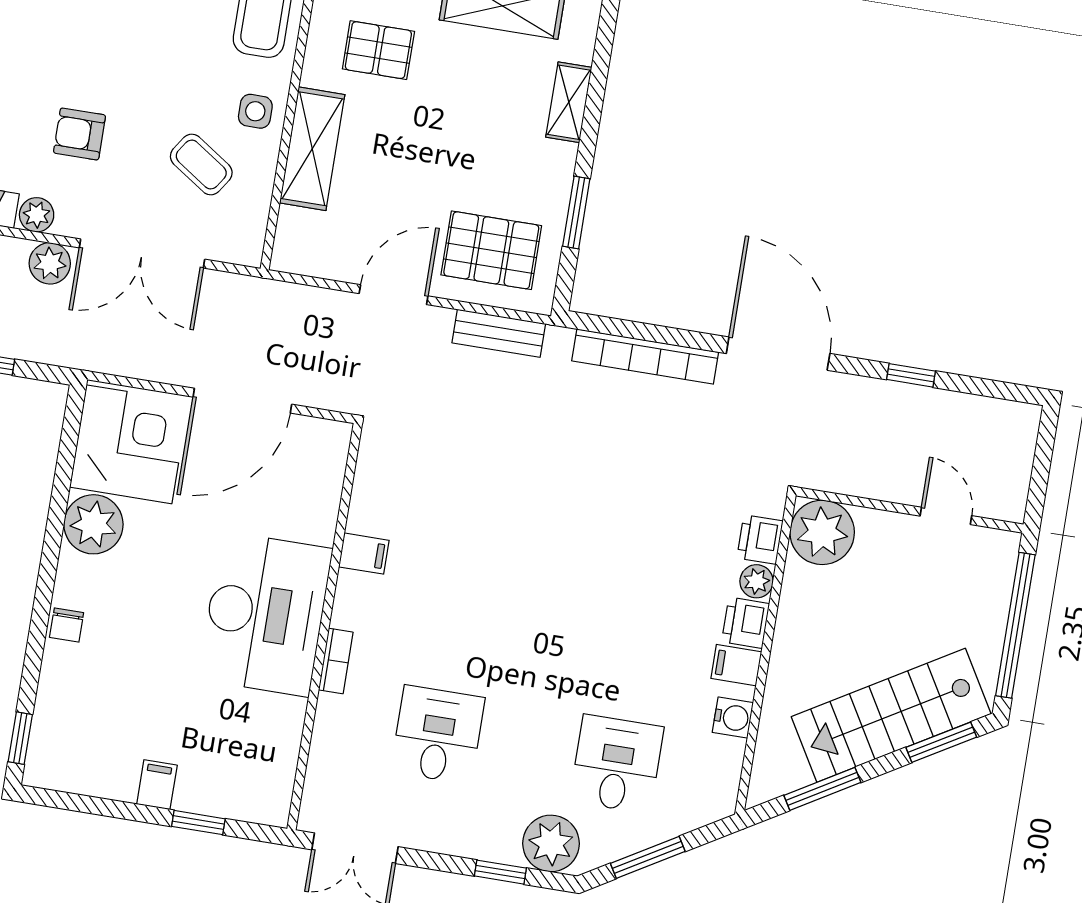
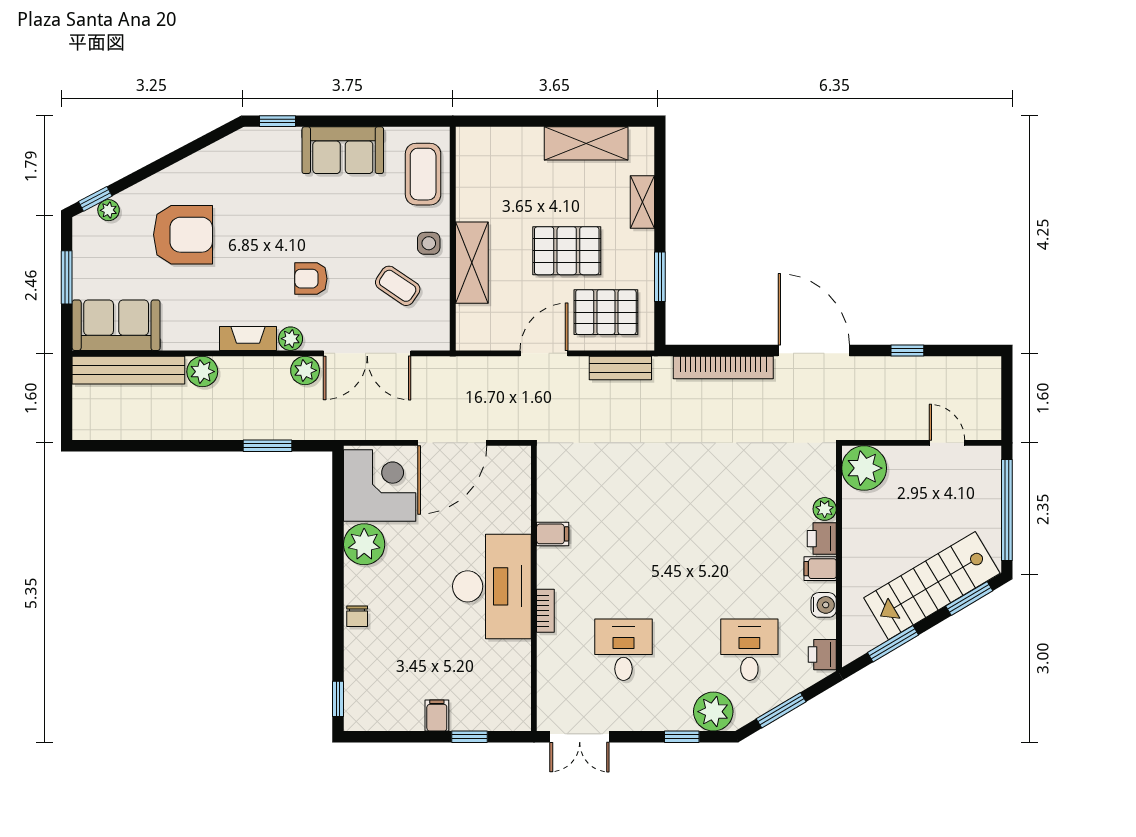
pallet: (378, 50) -> (567, 251), moved, width x1.50, depth x1.42
printer: (760, 539) -> (822, 655), moved

